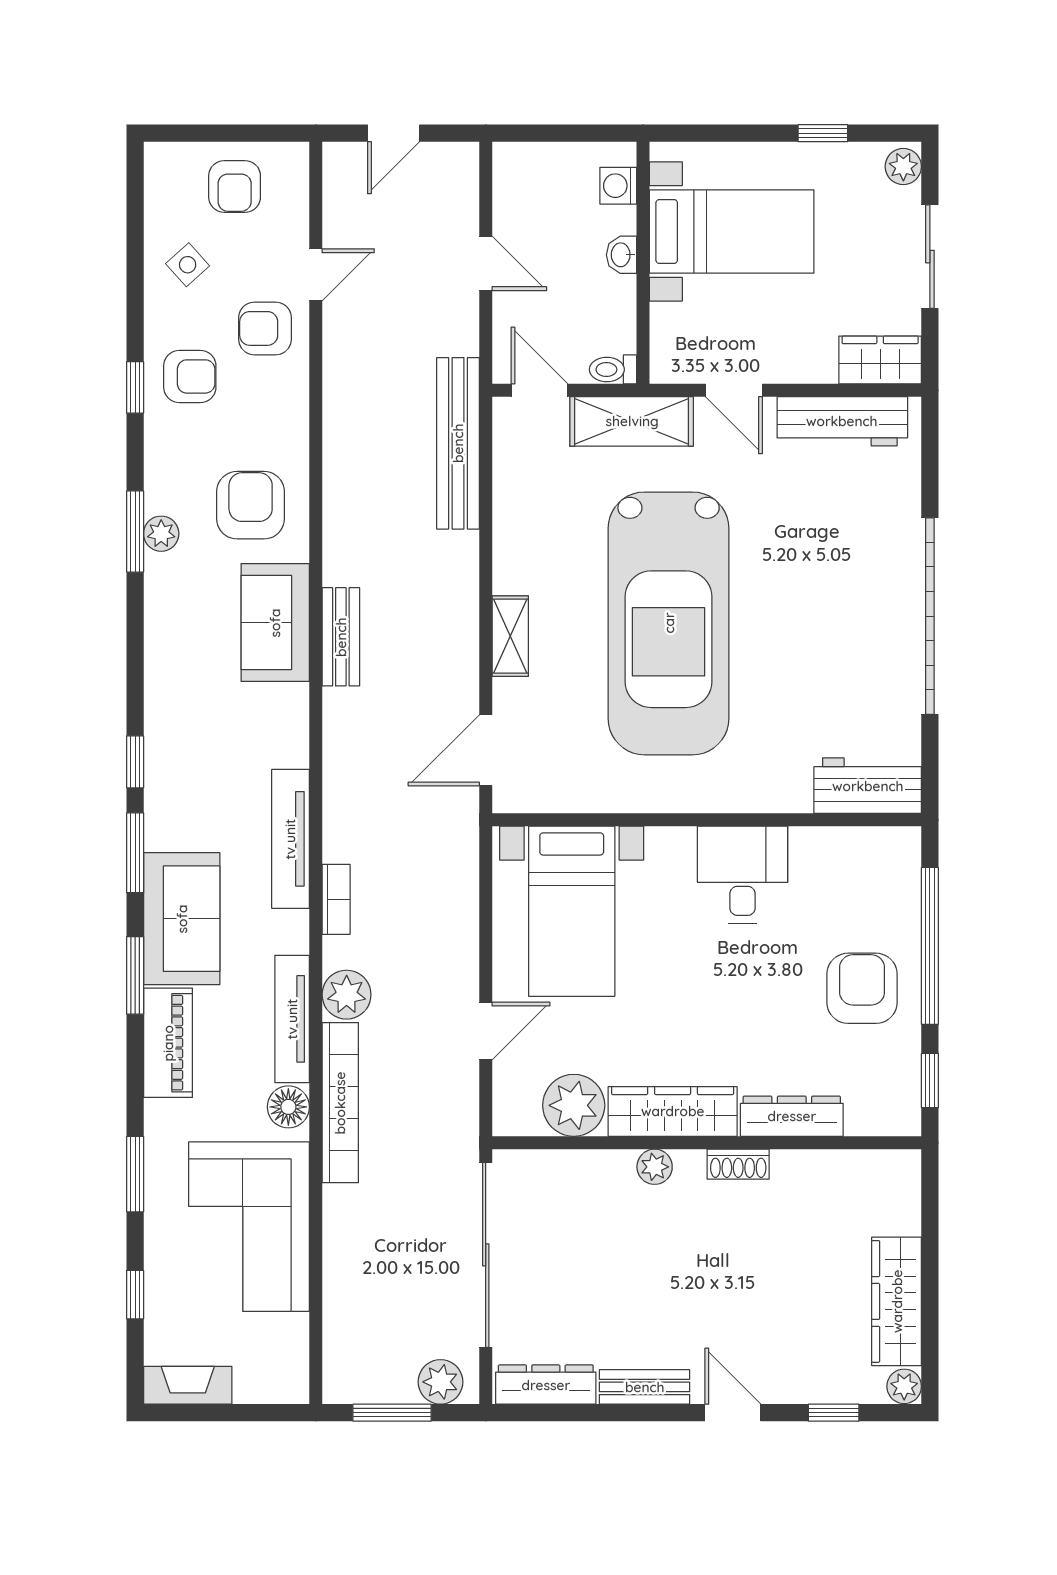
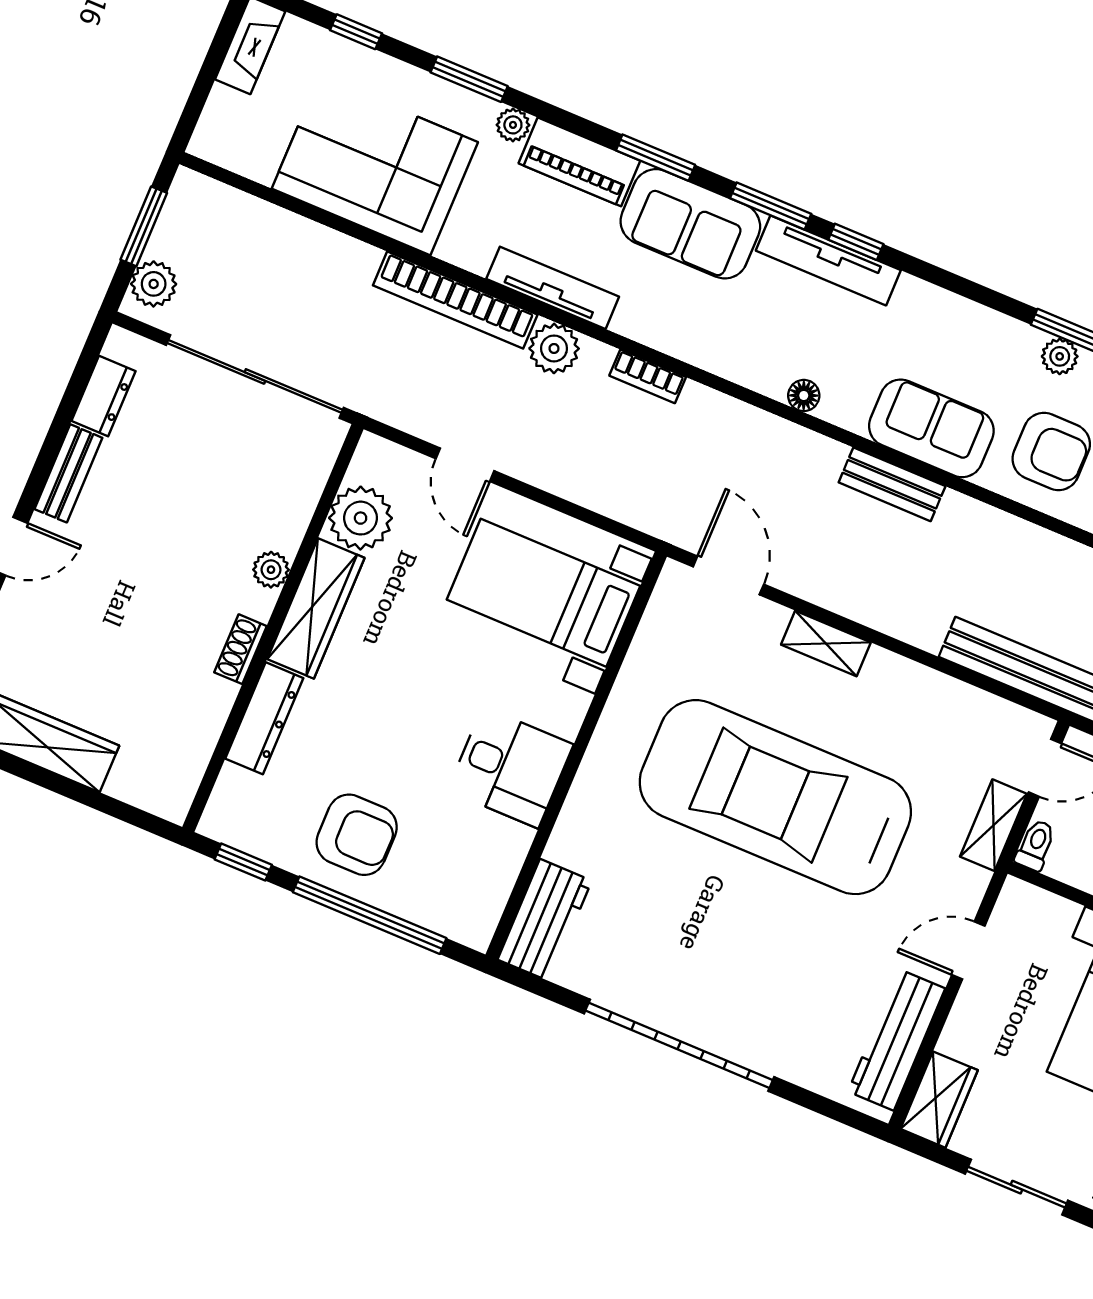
shelving: (632, 421) -> (993, 825), width x0.67, depth x0.75
tv unit: (290, 839) -> (828, 260), moved, turned 180
floor lamp: (288, 1107) -> (804, 395), moved, width x0.73, depth x0.73
plant: (160, 1117) -> (513, 125), added
dresser: (546, 1385) -> (104, 396), width x0.70

